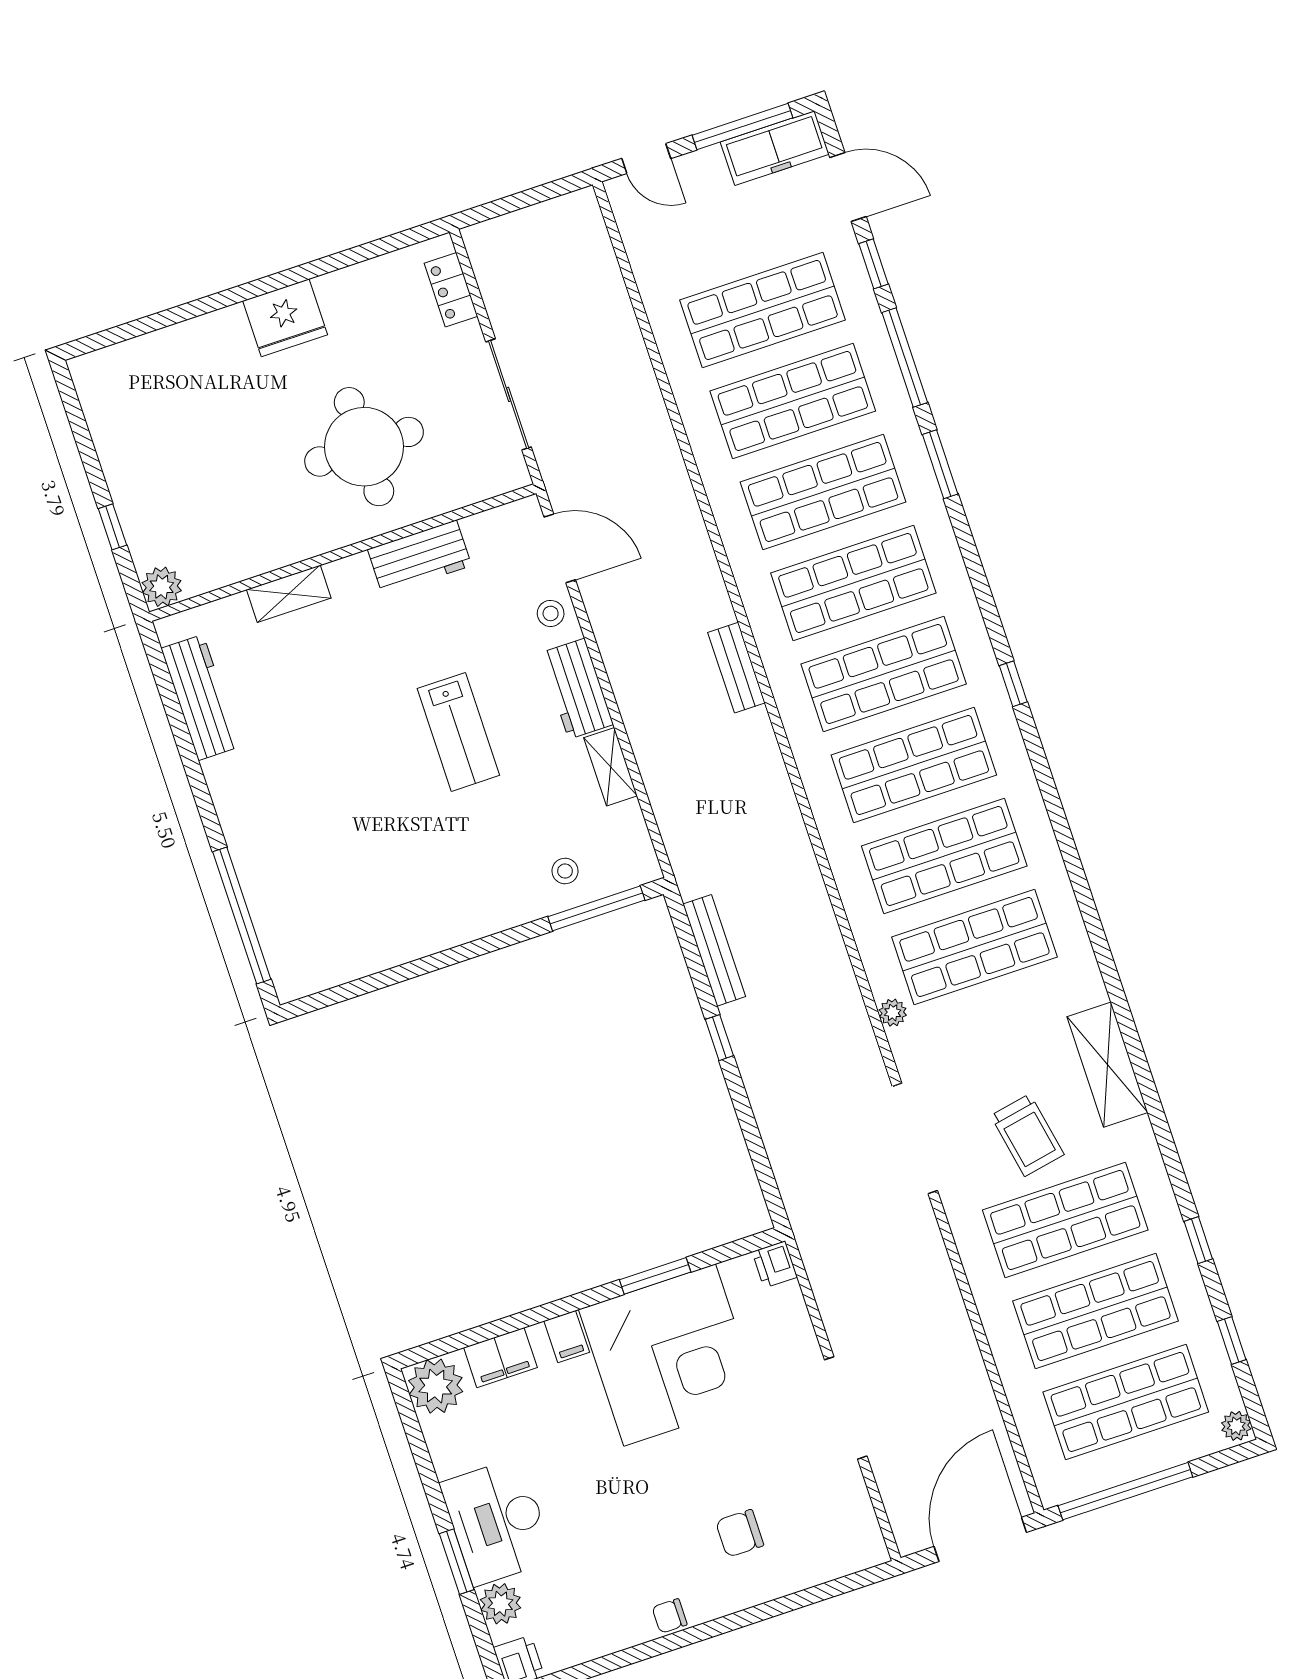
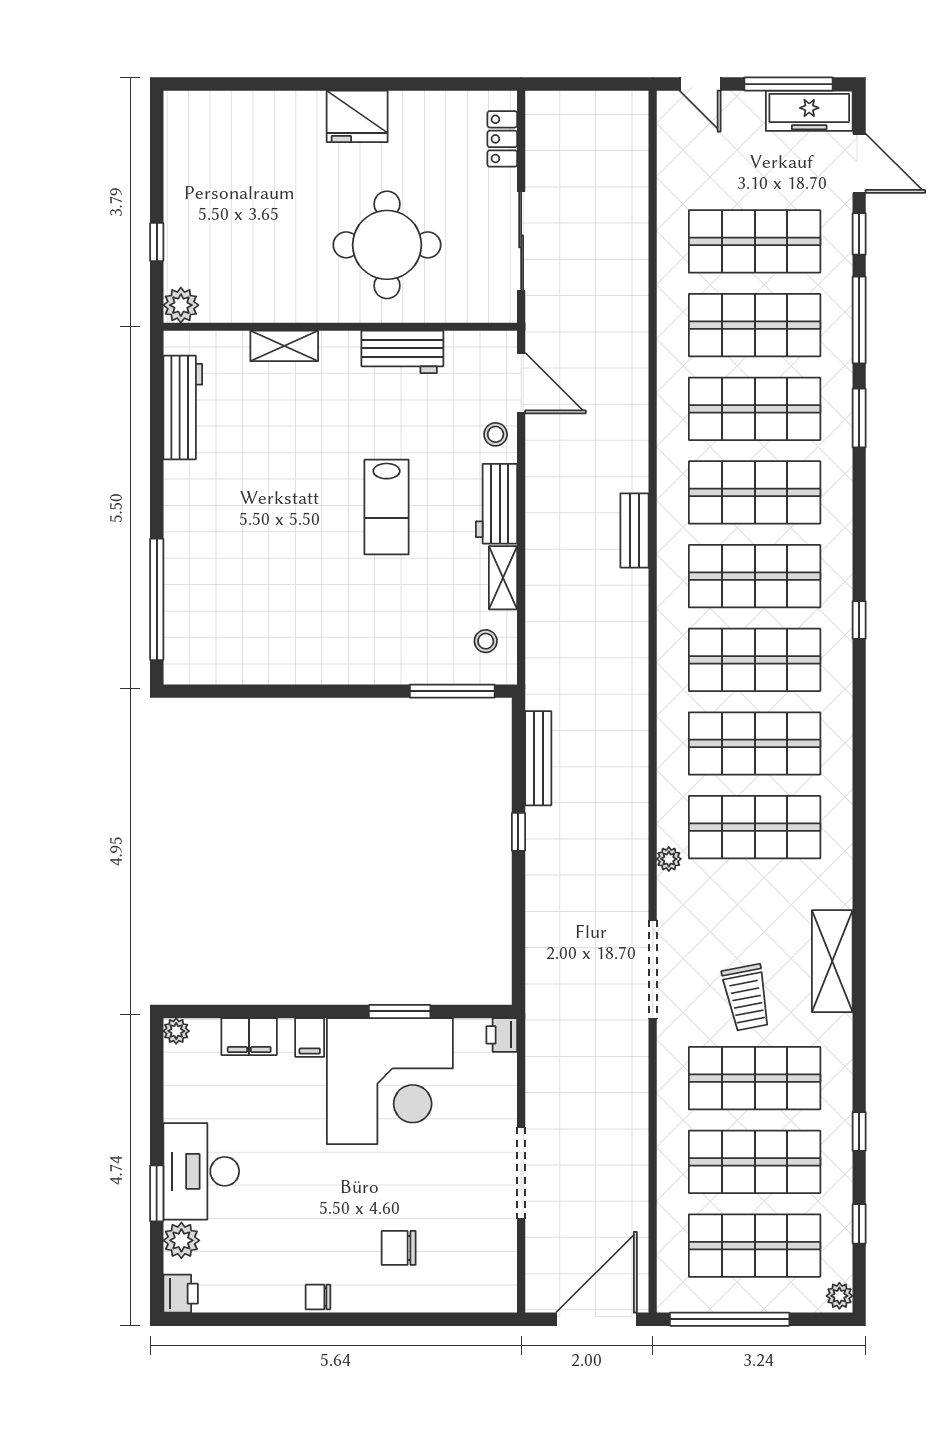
stool: (565, 871) -> (486, 641), moved
plant: (436, 1386) -> (176, 1031), width x0.53, depth x0.53

